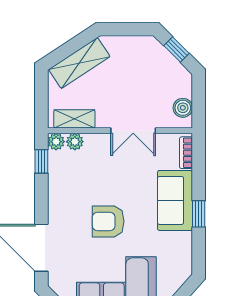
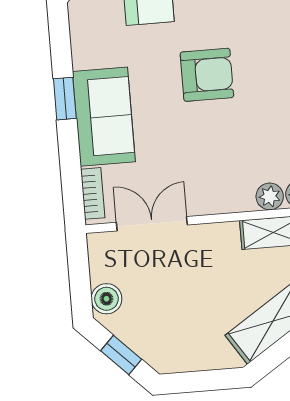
boiler: (183, 108) -> (106, 299), moved
double door: (133, 131) -> (152, 224), moved

